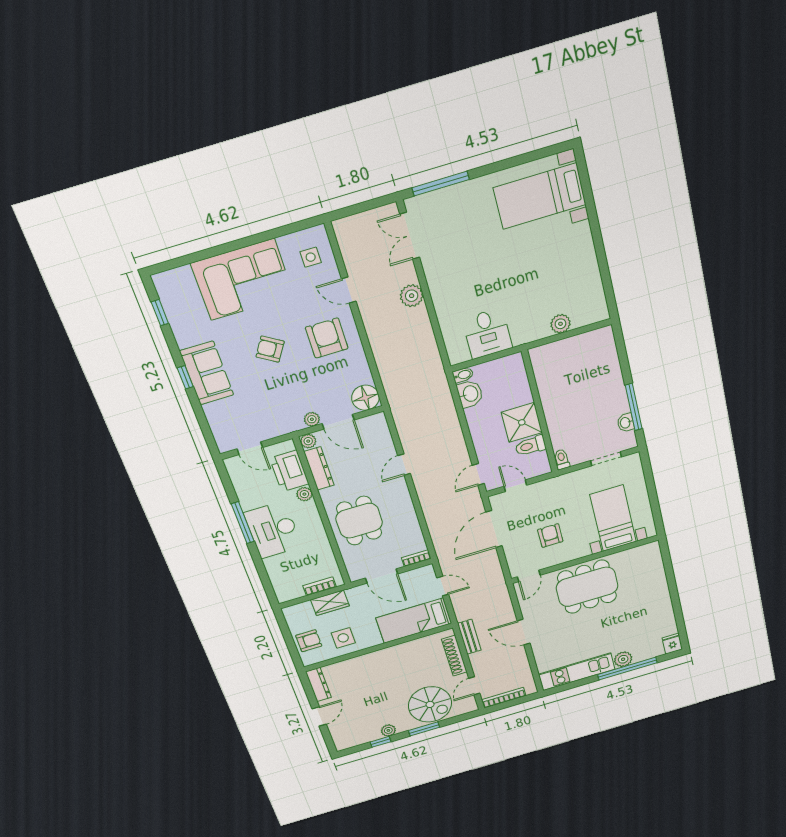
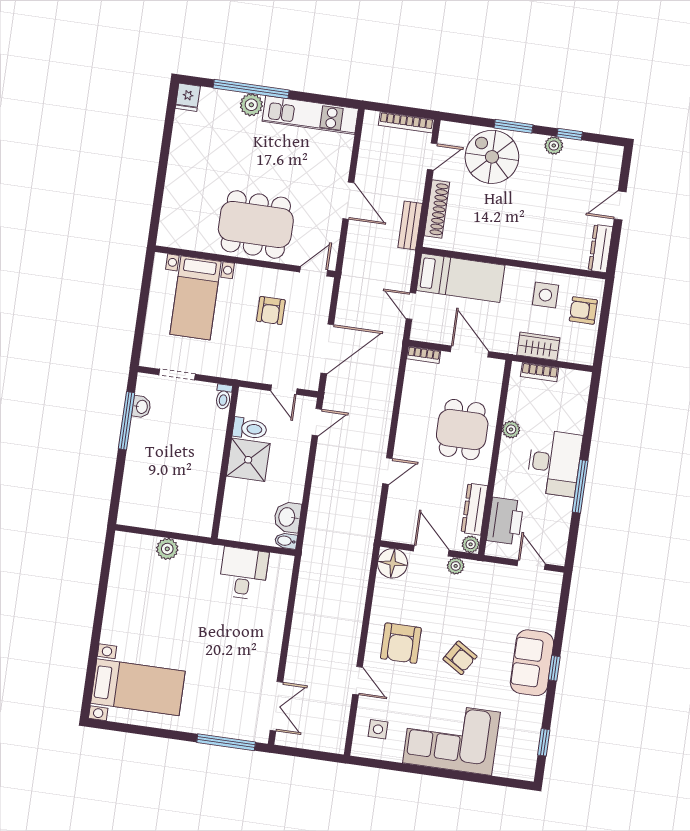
plant: (412, 296) -> (301, 647), removed
plant: (304, 494) -> (511, 429), moved

